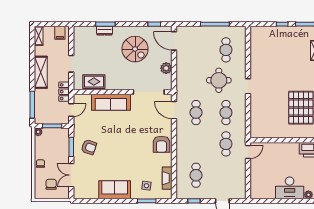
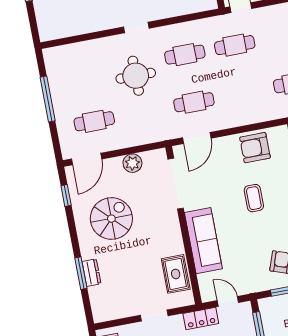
cafe table: (226, 50) -> (94, 121), moved
coffee table: (131, 138) -> (254, 198), added
armchair: (161, 144) -> (255, 148), turned 180

